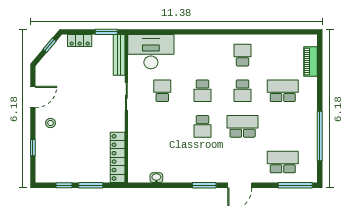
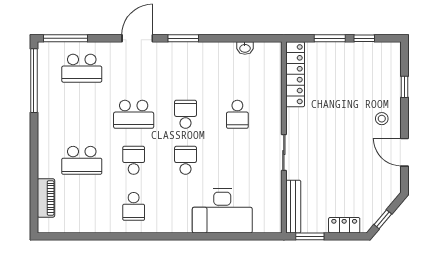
desk: (151, 52) -> (222, 211), moved
school desk: (162, 91) -> (237, 114), moved
door: (33, 97) -> (404, 152), hinge flipped
window: (320, 136) -> (34, 81), moved

